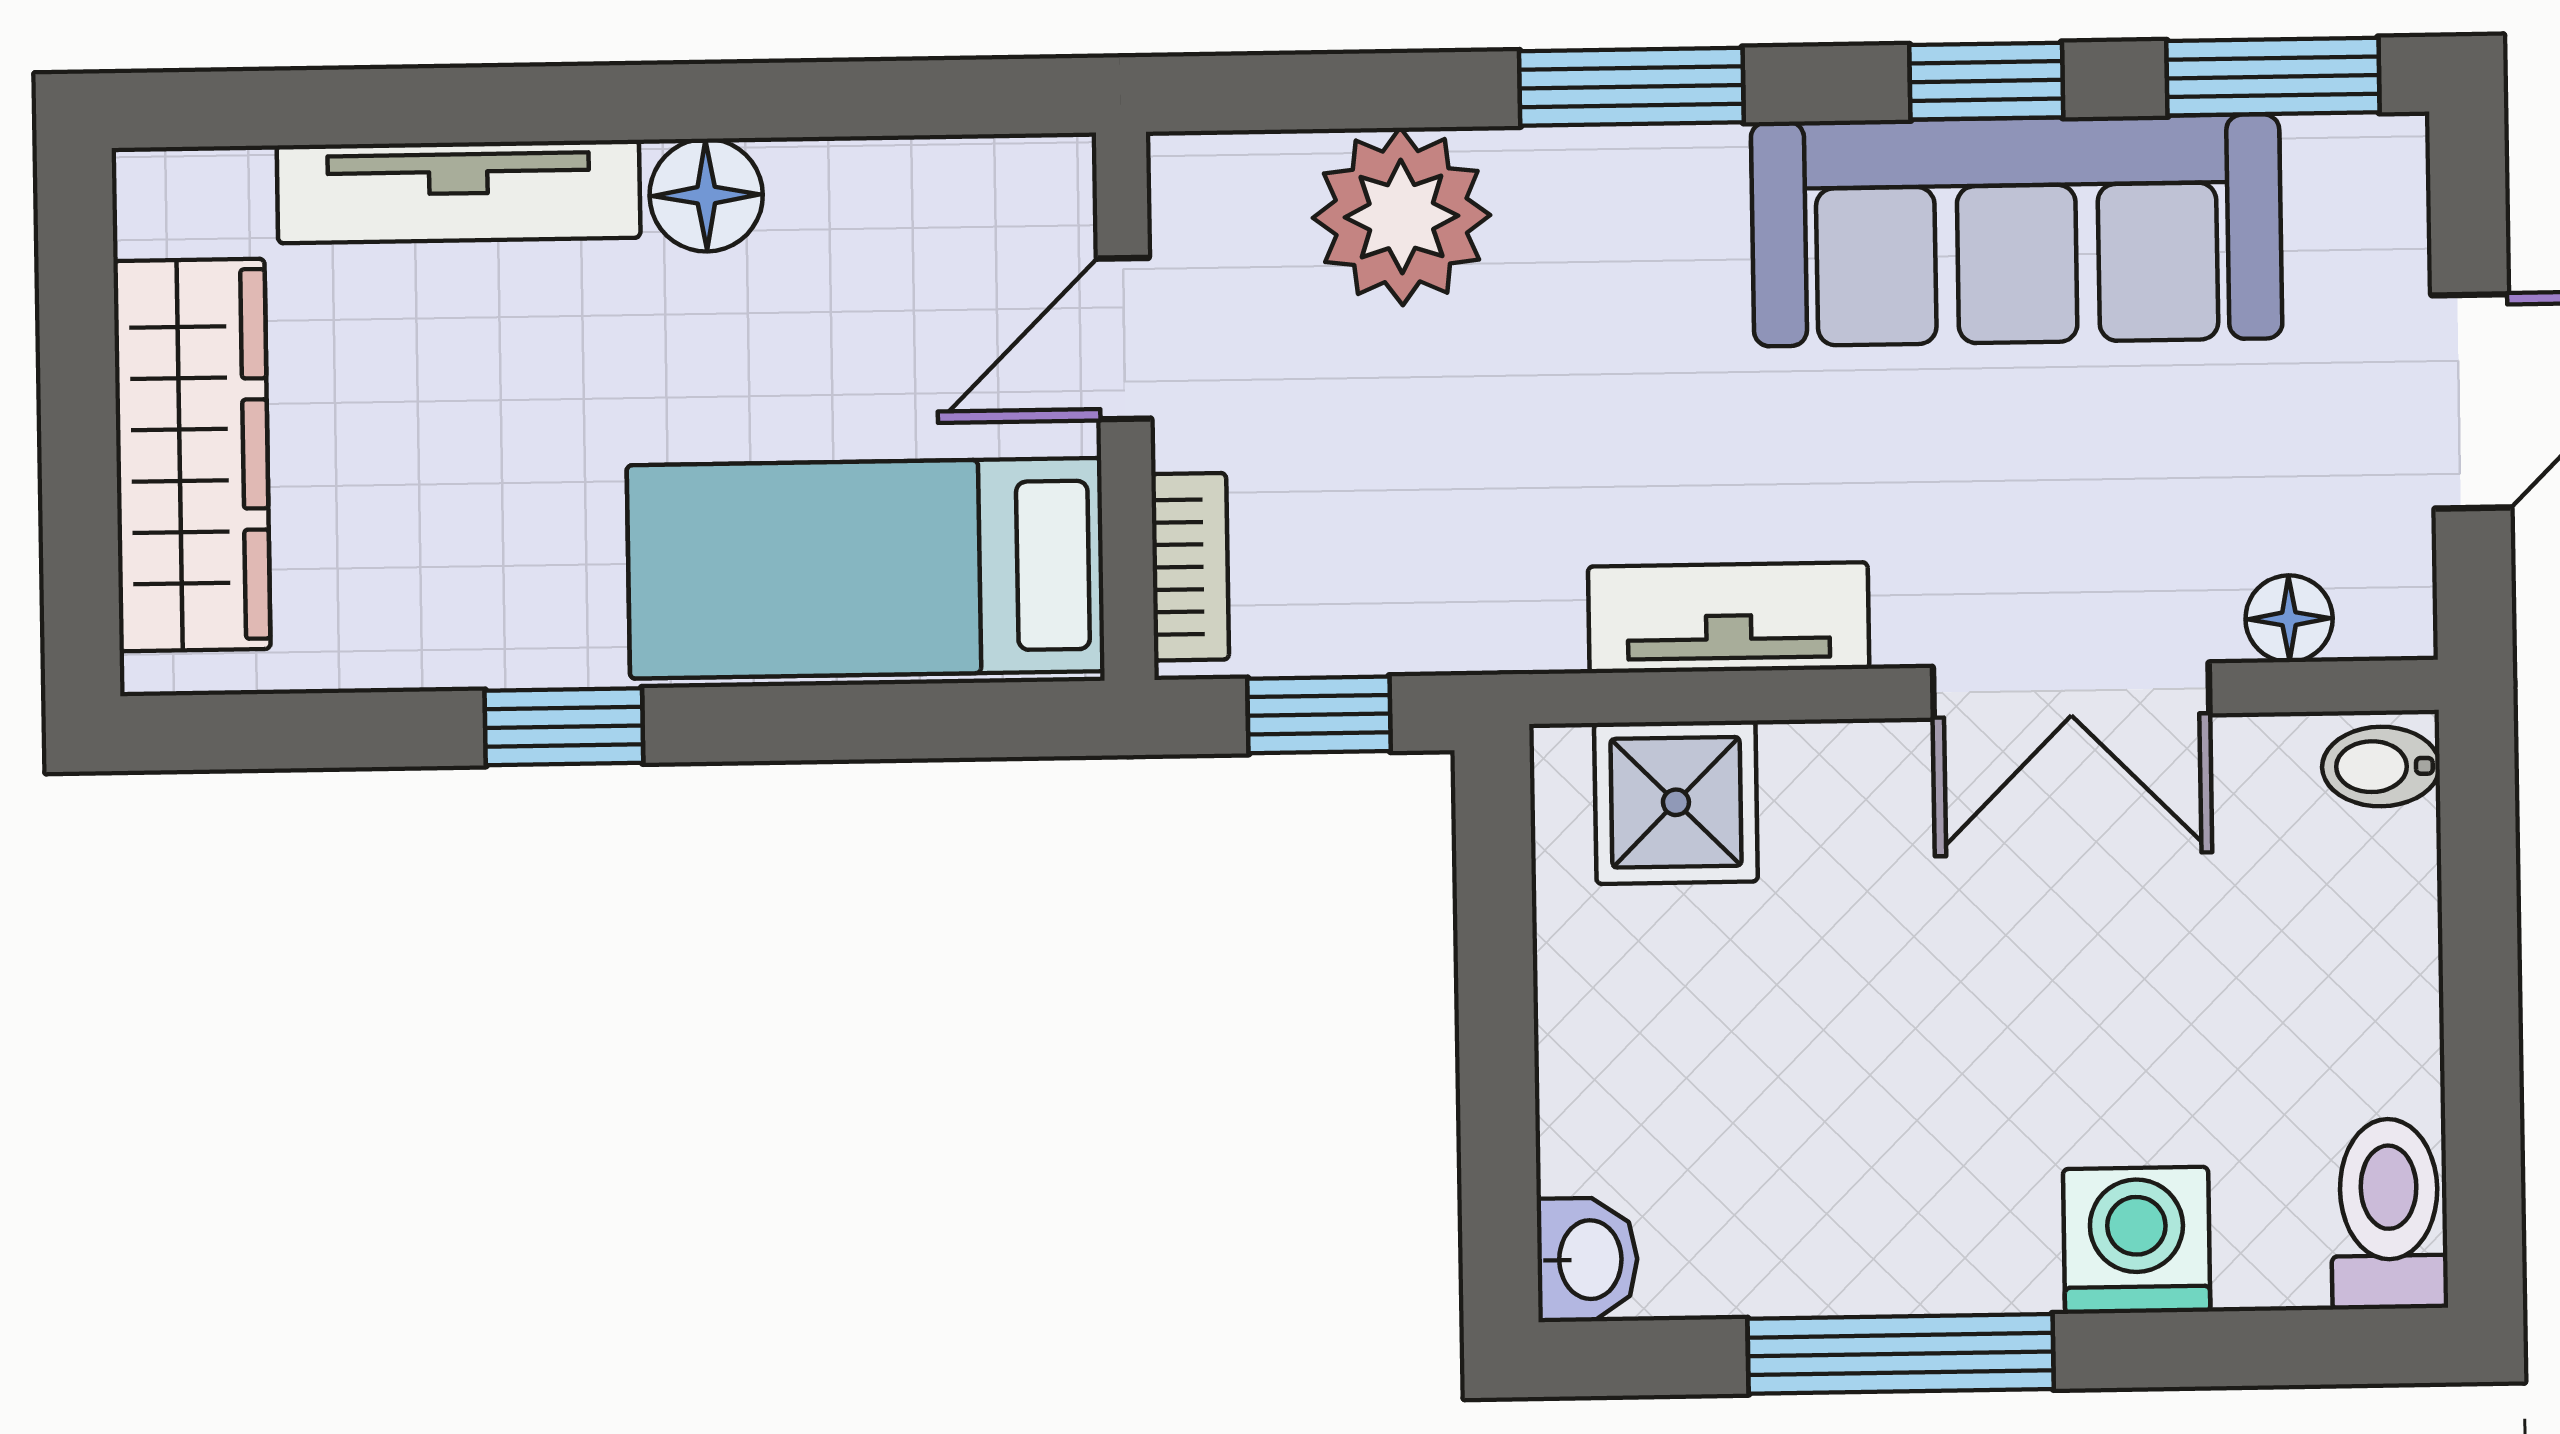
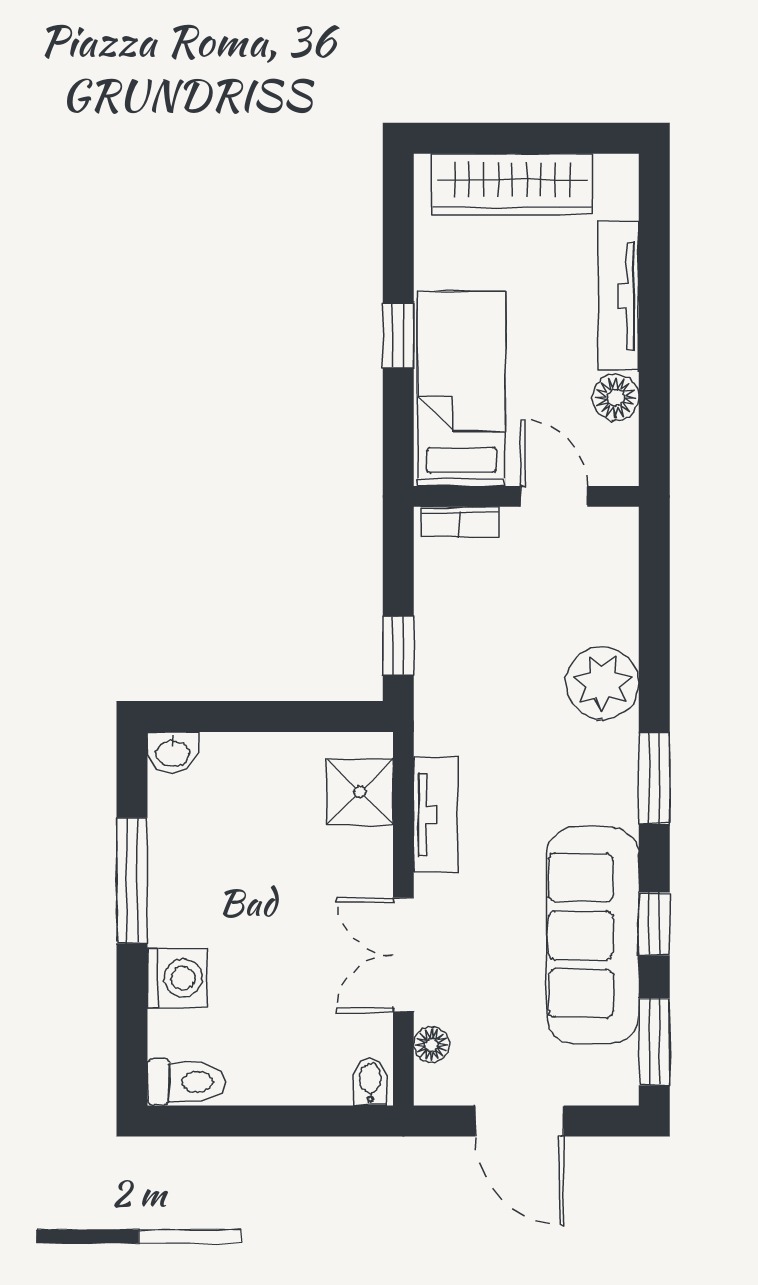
door: (1124, 339) -> (554, 496), moved
wall: (1125, 406) -> (526, 496), moved
bookcase: (1190, 567) -> (460, 522), moved
bed: (866, 568) -> (461, 389), moved

